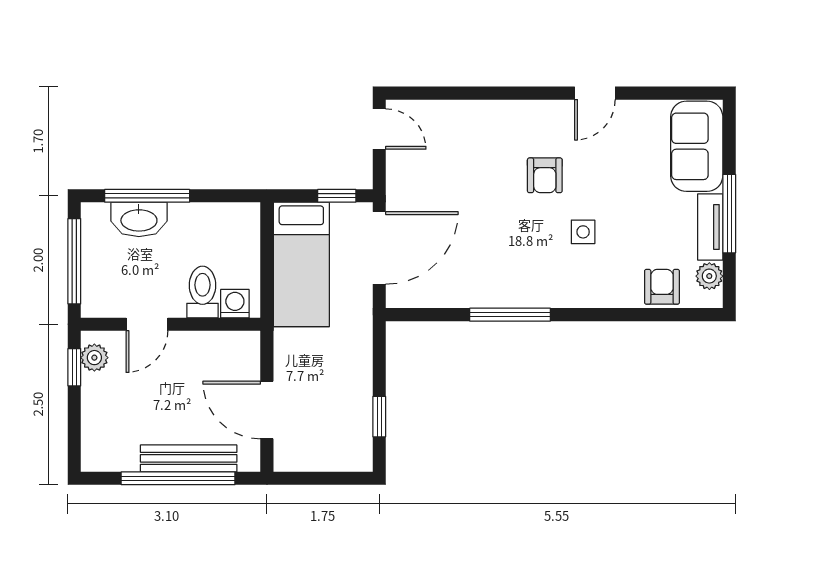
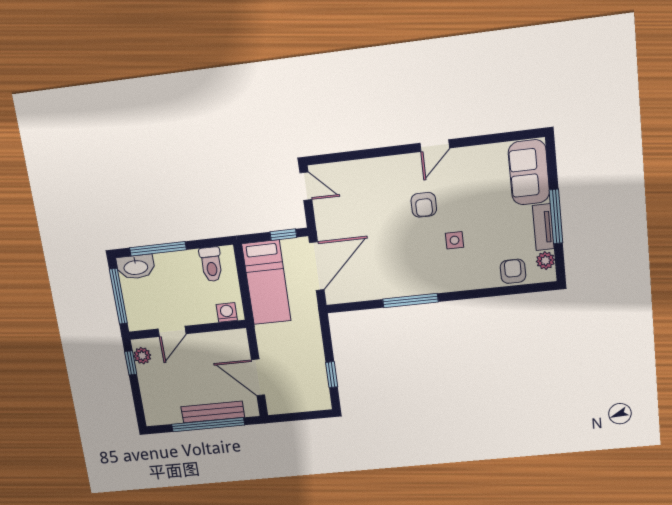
door: (595, 93) -> (435, 146), moved
washbasin: (139, 219) -> (136, 267), moved
toilet: (202, 292) -> (211, 264), moved, turned 180

